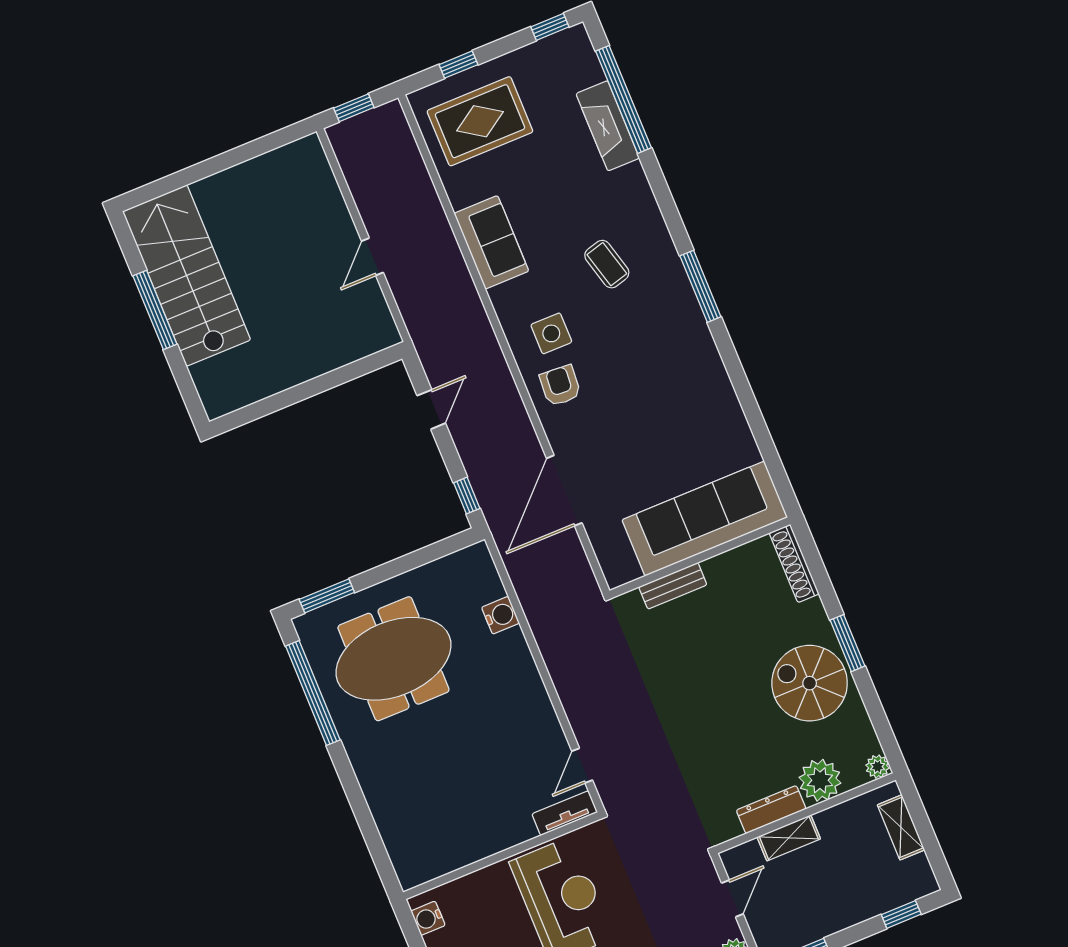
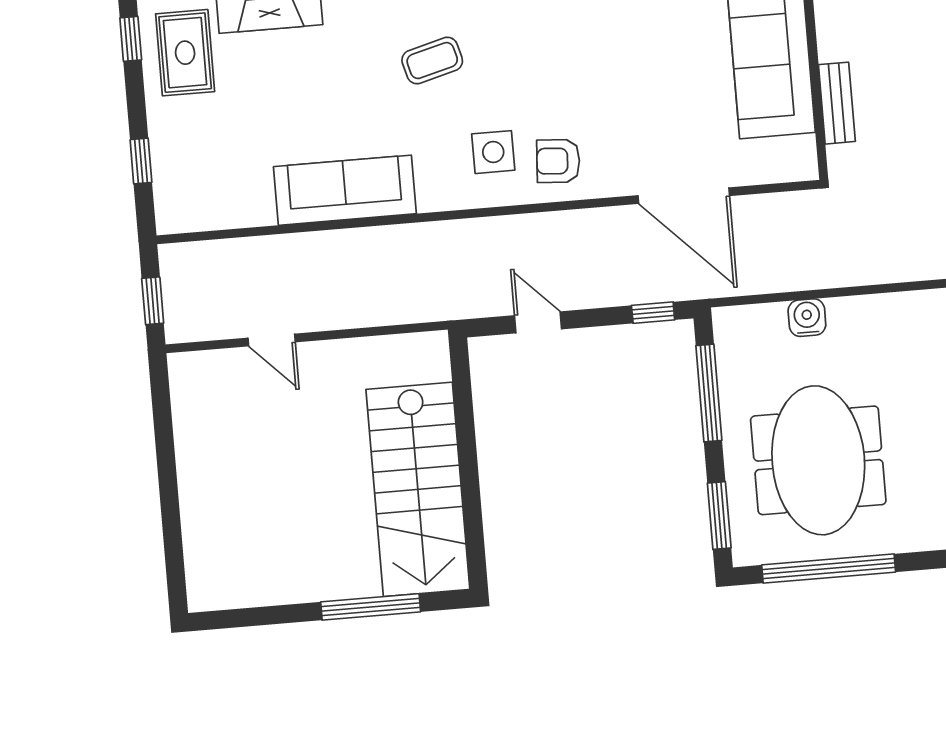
rug: (480, 121) -> (185, 53), moved, width x0.73, depth x0.70
sofa: (491, 242) -> (345, 190), width x1.36
door: (372, 257) -> (272, 340), moved
stairs: (187, 276) -> (418, 489), moved, turned -90
window: (155, 310) -> (371, 607), moved
window: (419, 558) -> (709, 393), added

